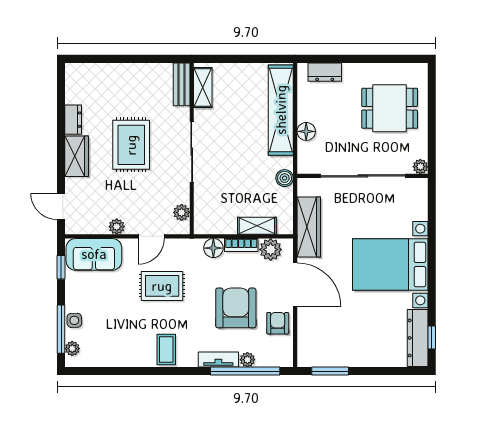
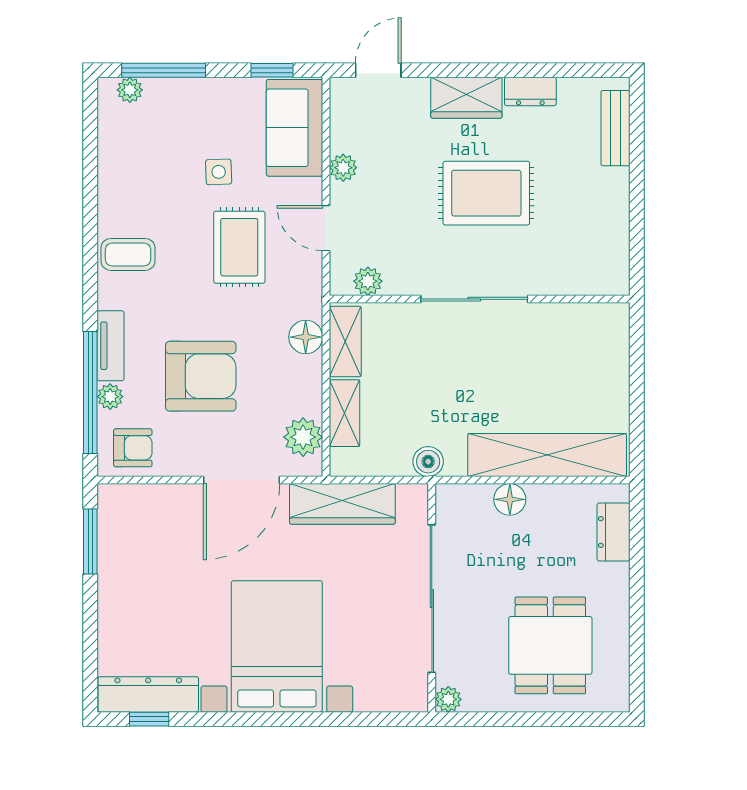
bench: (182, 84) -> (615, 128), moved, turned 90
shelving: (203, 88) -> (345, 342), moved, turned 90
bookcase: (241, 245) -> (311, 386), removed
side table: (74, 320) -> (219, 172), moved
armchair: (278, 323) -> (133, 448), moved

